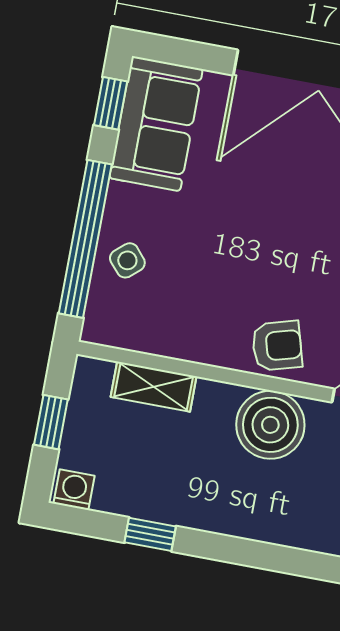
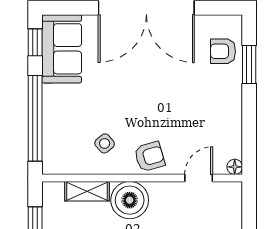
side table: (127, 260) -> (105, 143), moved
boiler: (270, 425) -> (130, 200), moved

